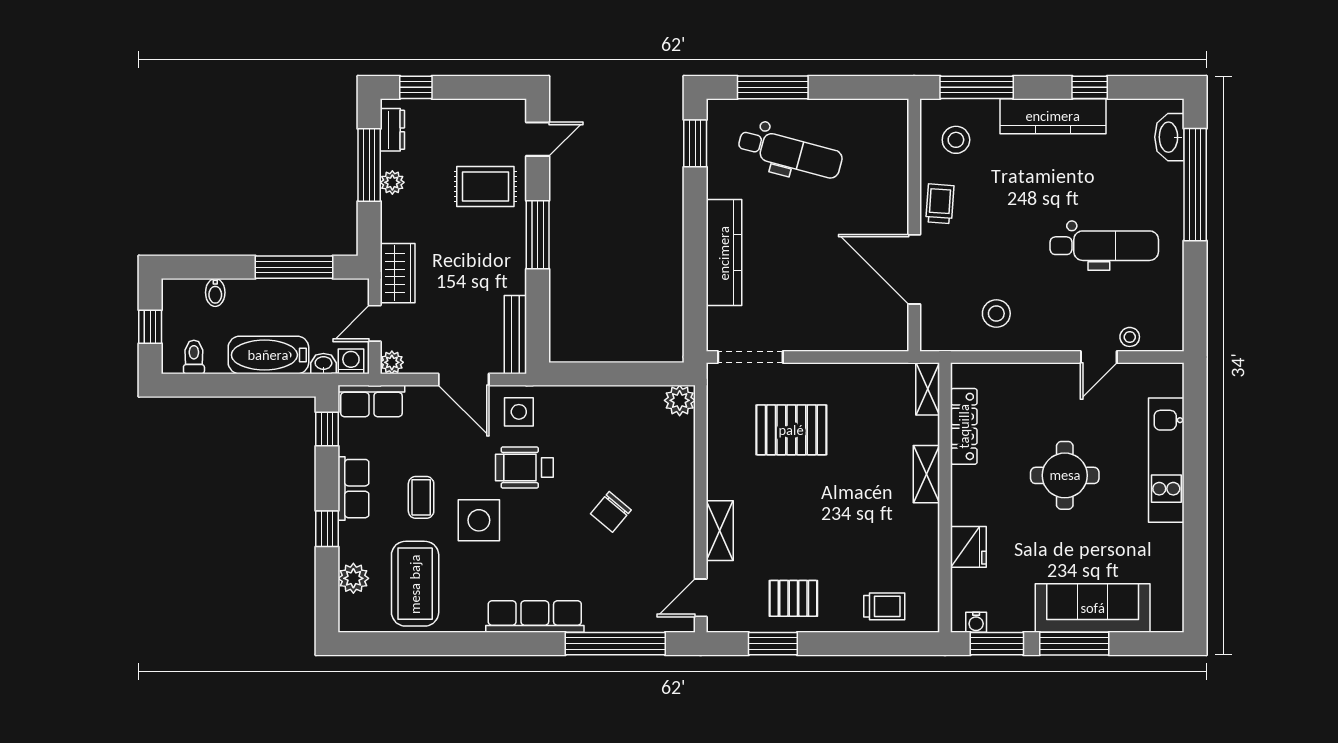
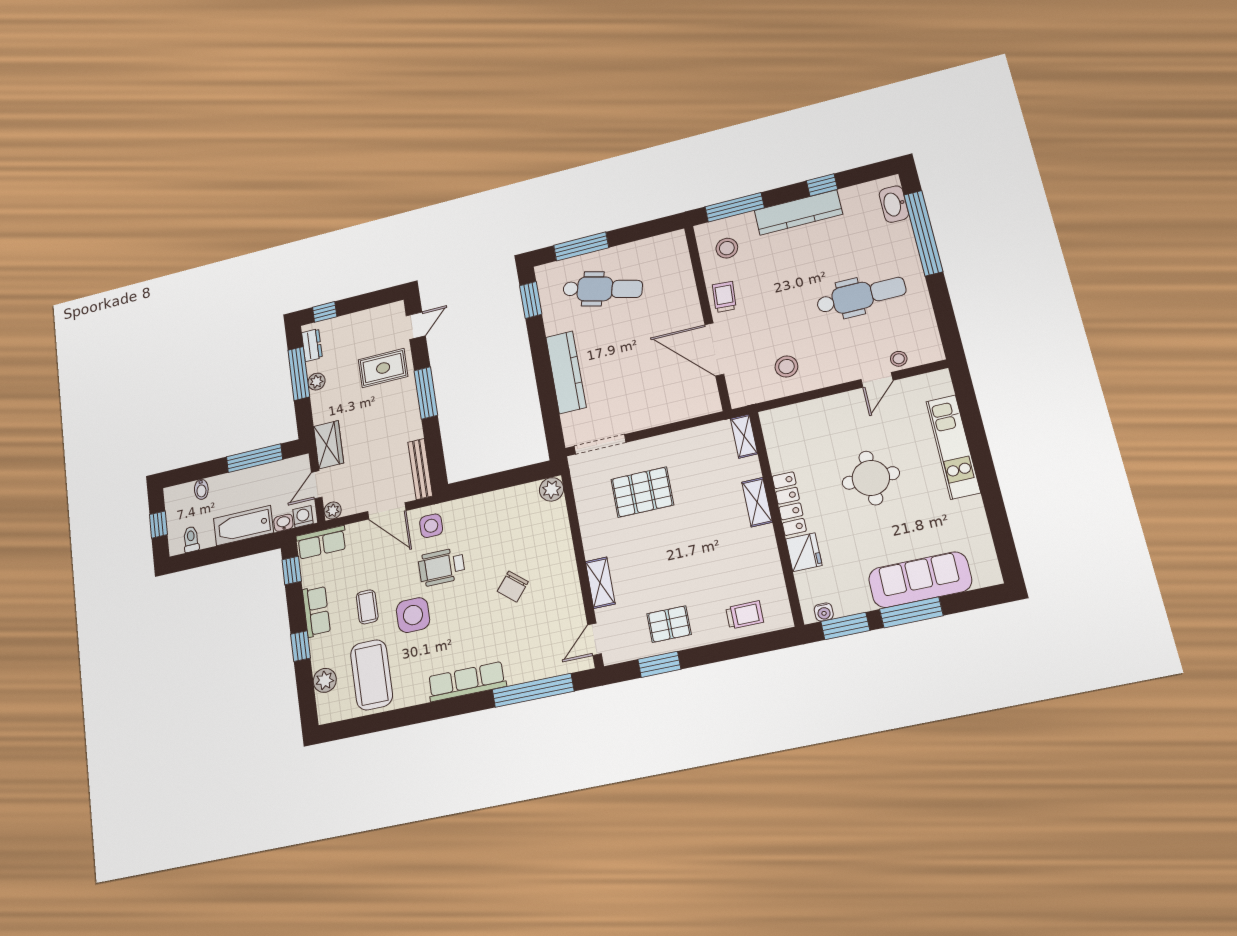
locker: (964, 426) -> (789, 503), moved

